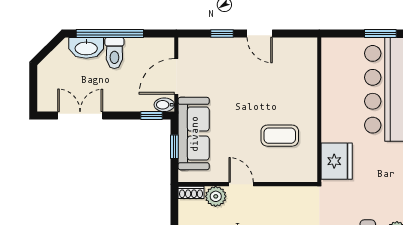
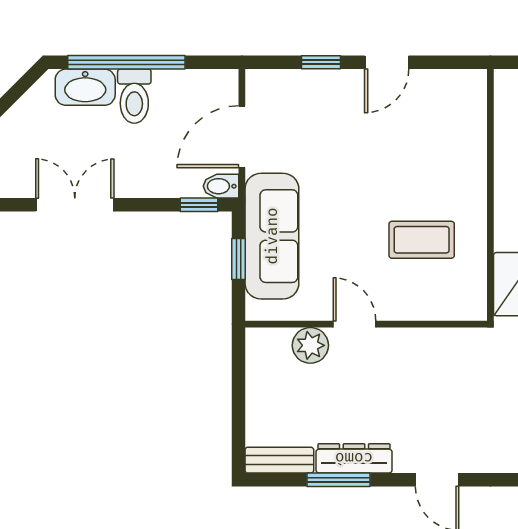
door: (260, 34) -> (387, 62), hinge flipped
shoe rack: (191, 192) -> (267, 338), removed

